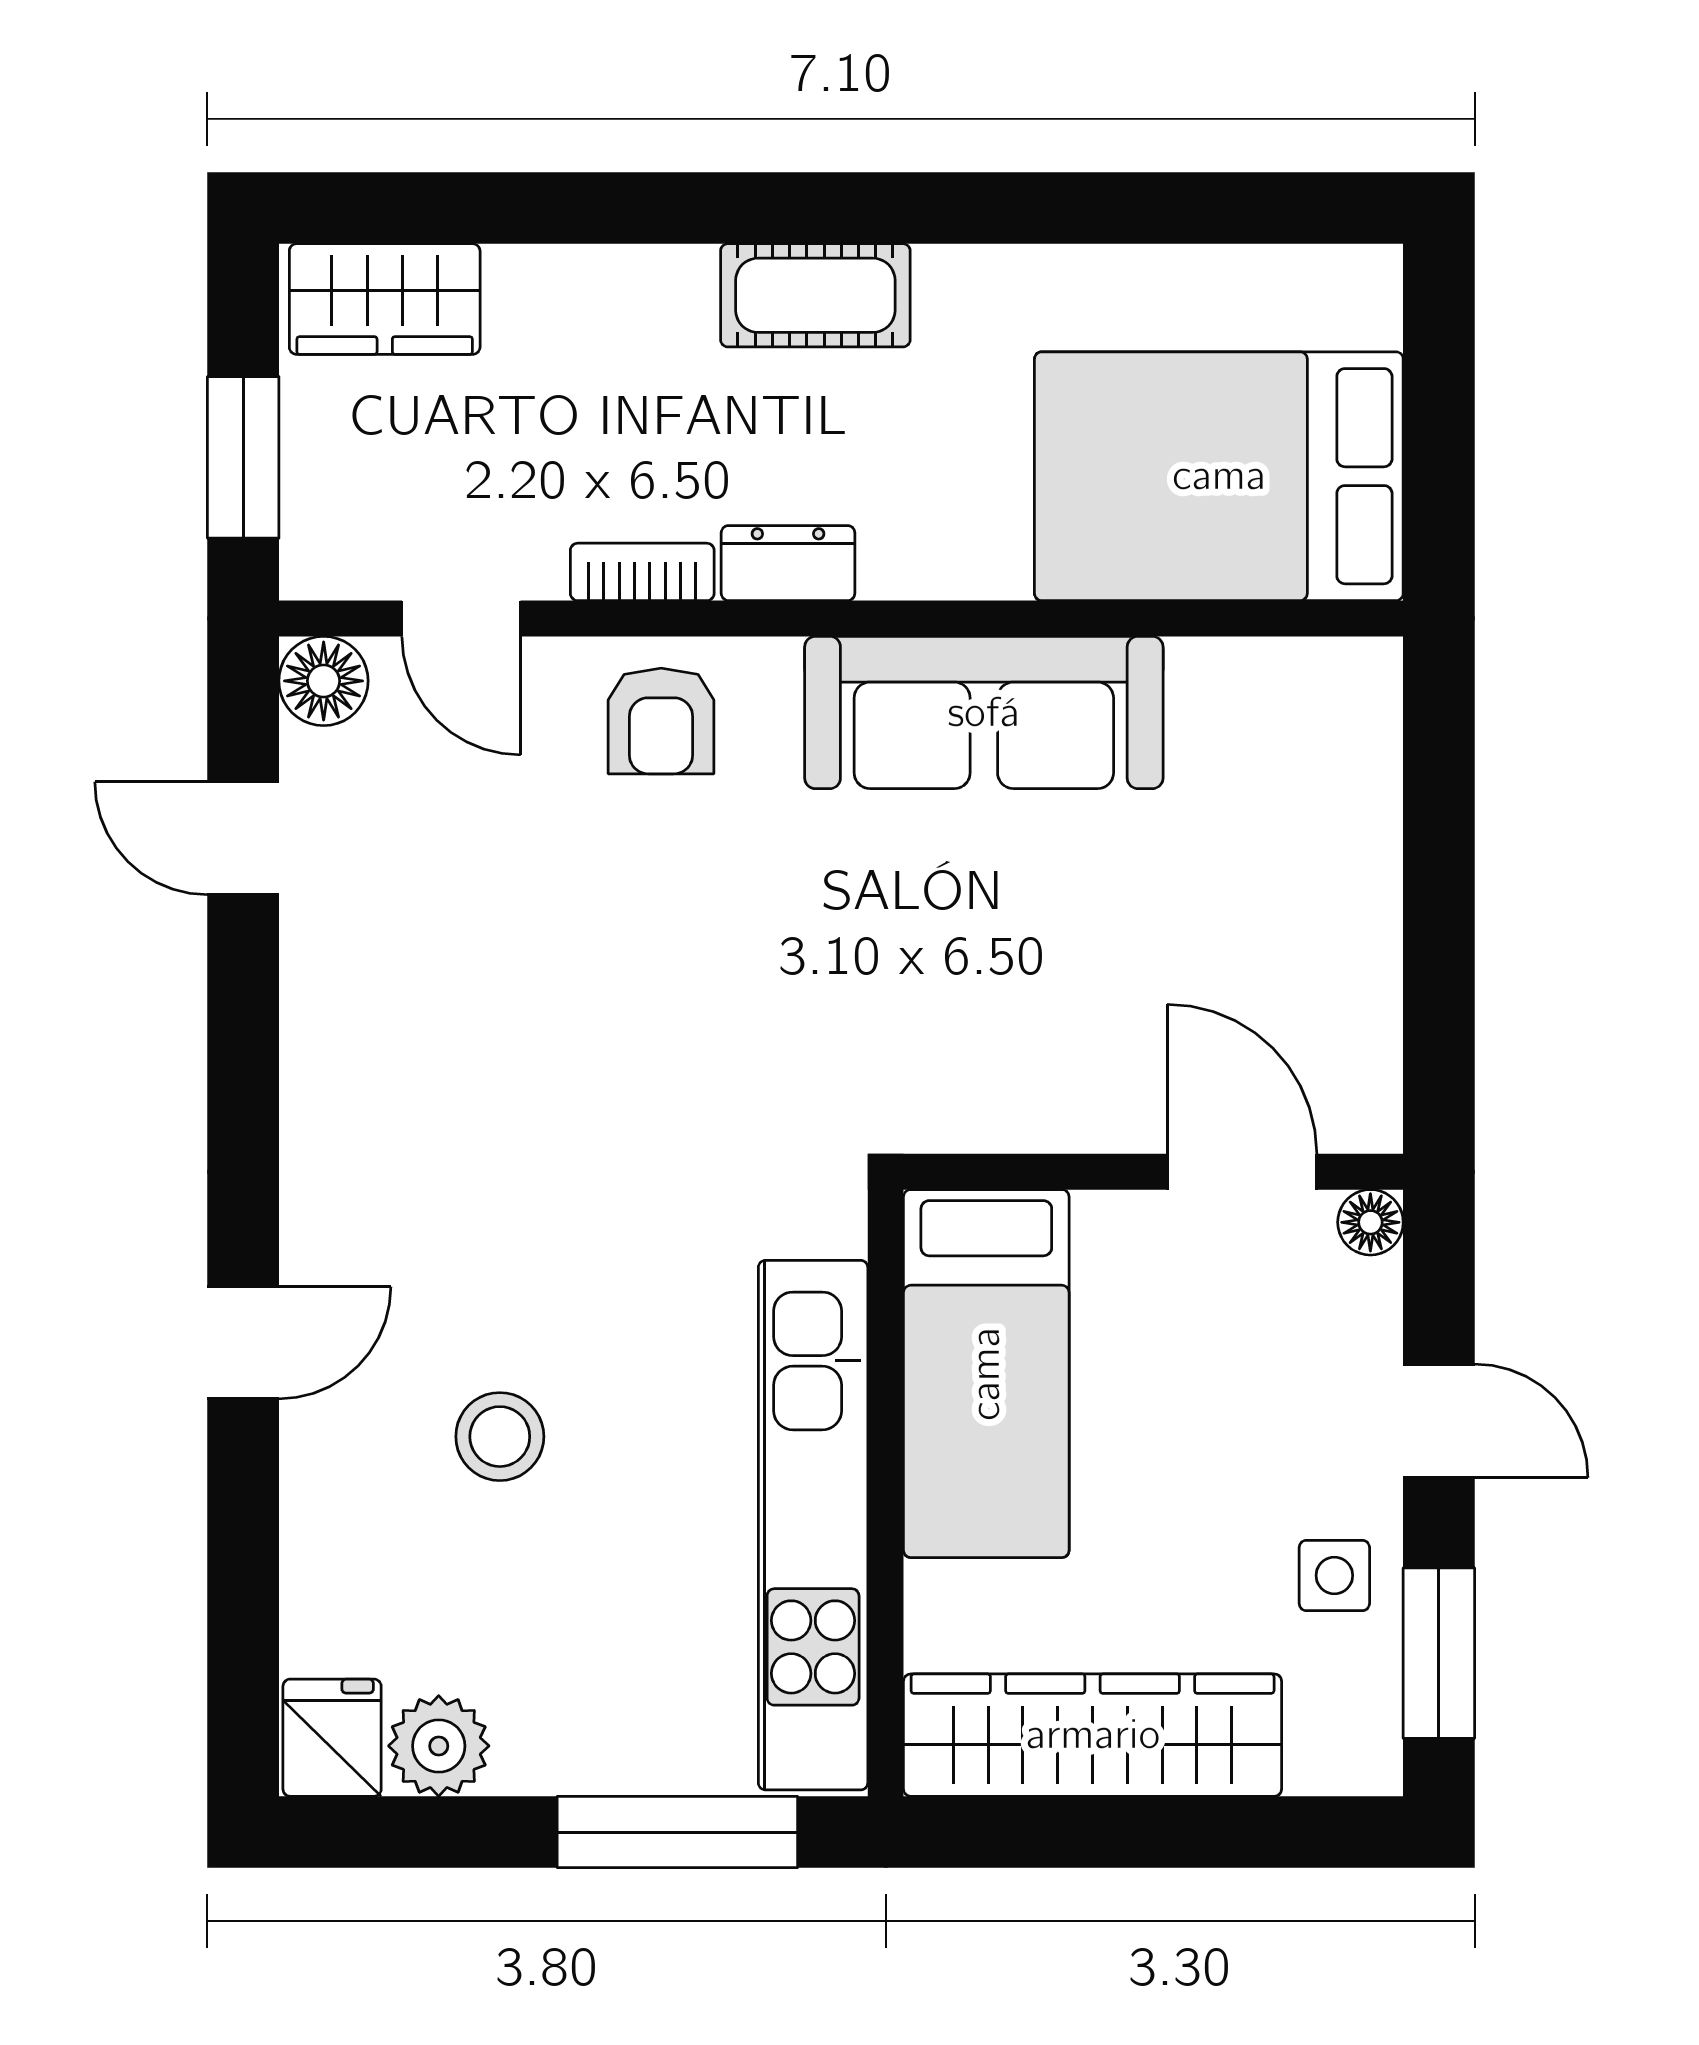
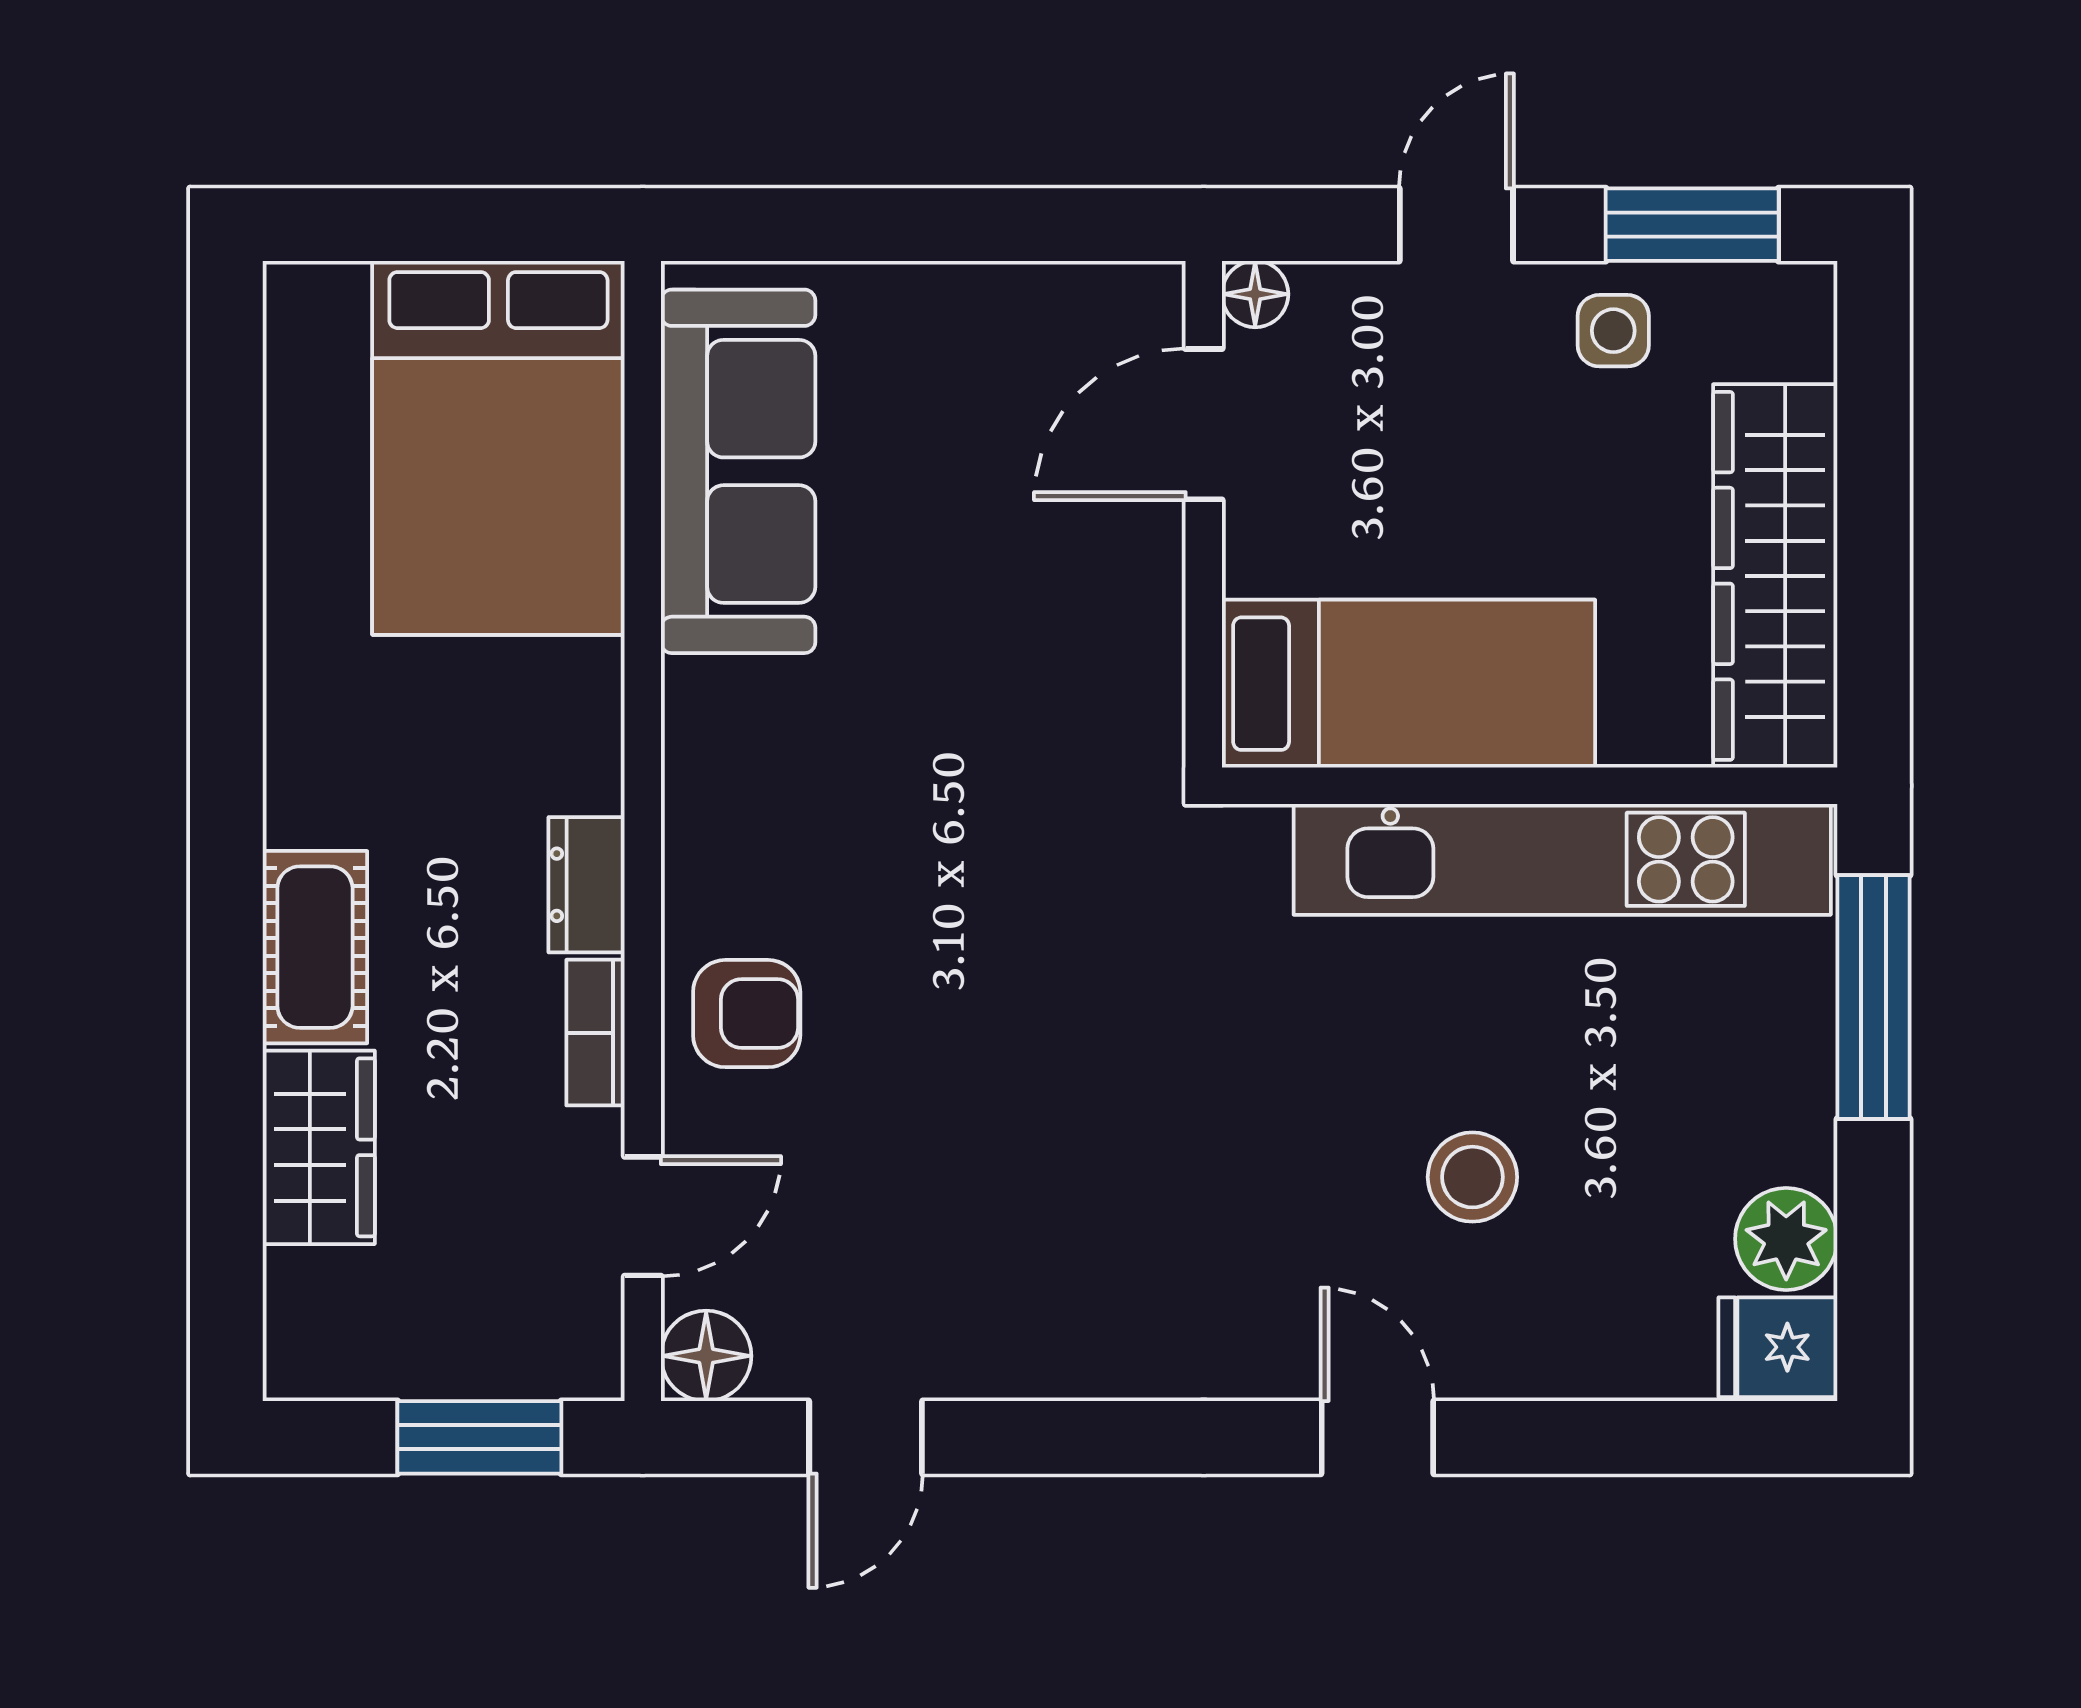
cot: (815, 295) -> (315, 947), moved
wardrobe: (385, 299) -> (319, 1147), moved
sofa: (984, 713) -> (738, 471), moved

